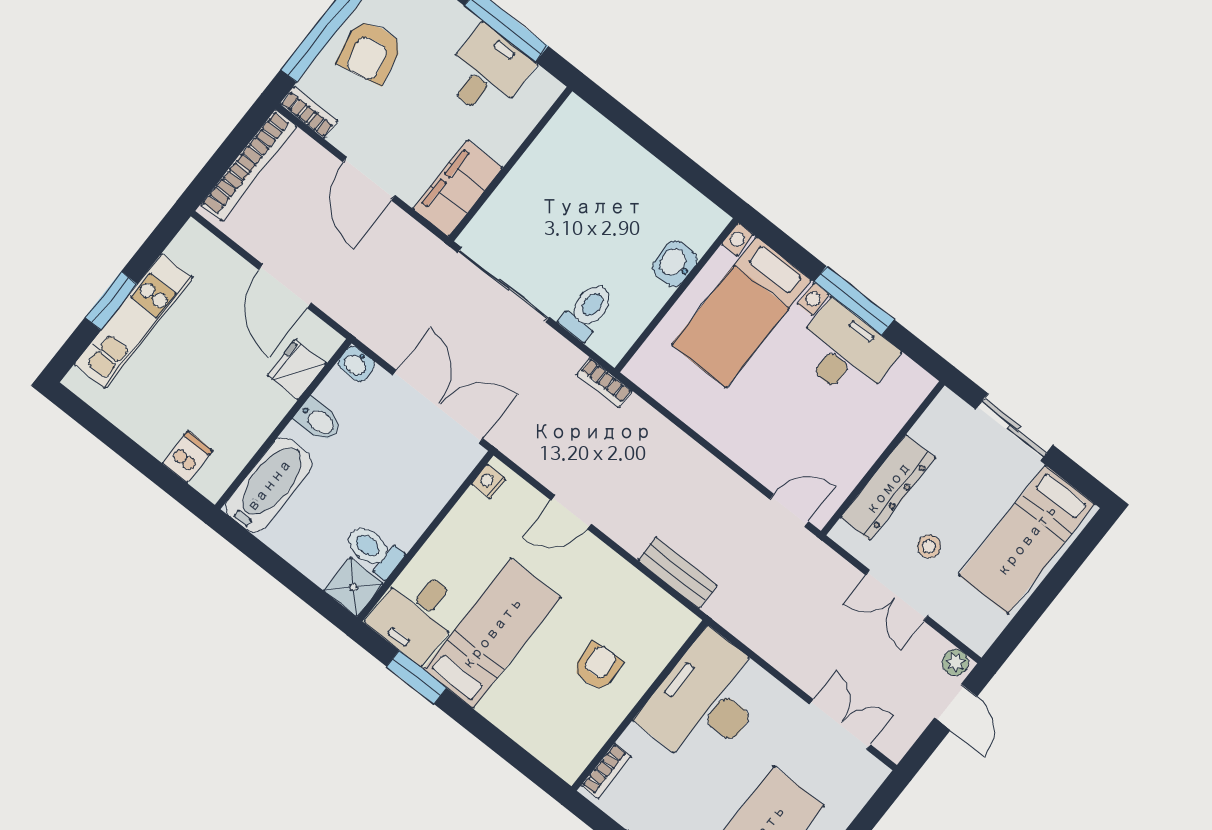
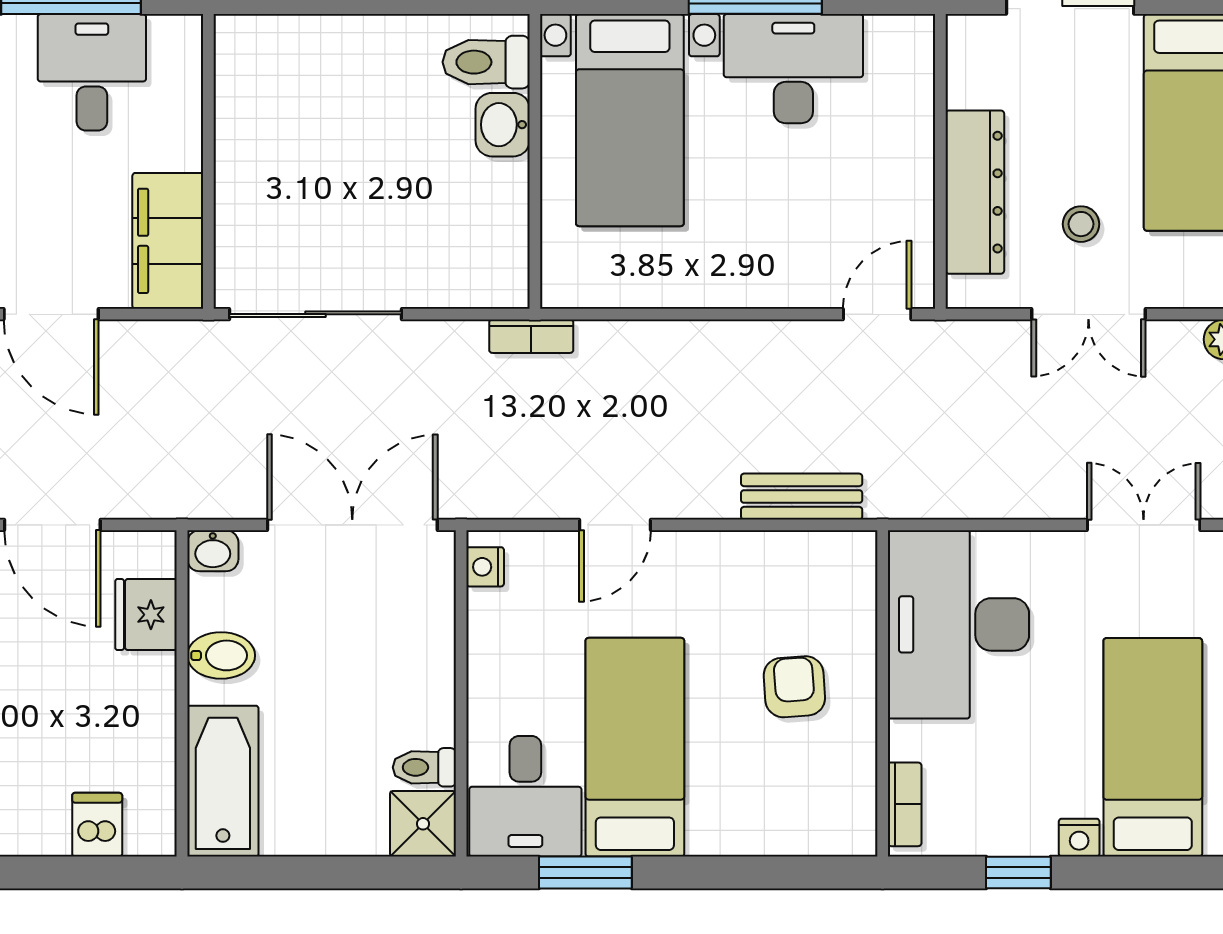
toilet: (587, 311) -> (486, 62), moved, turned -90
toilet: (374, 550) -> (424, 767), width x0.73, depth x0.72

